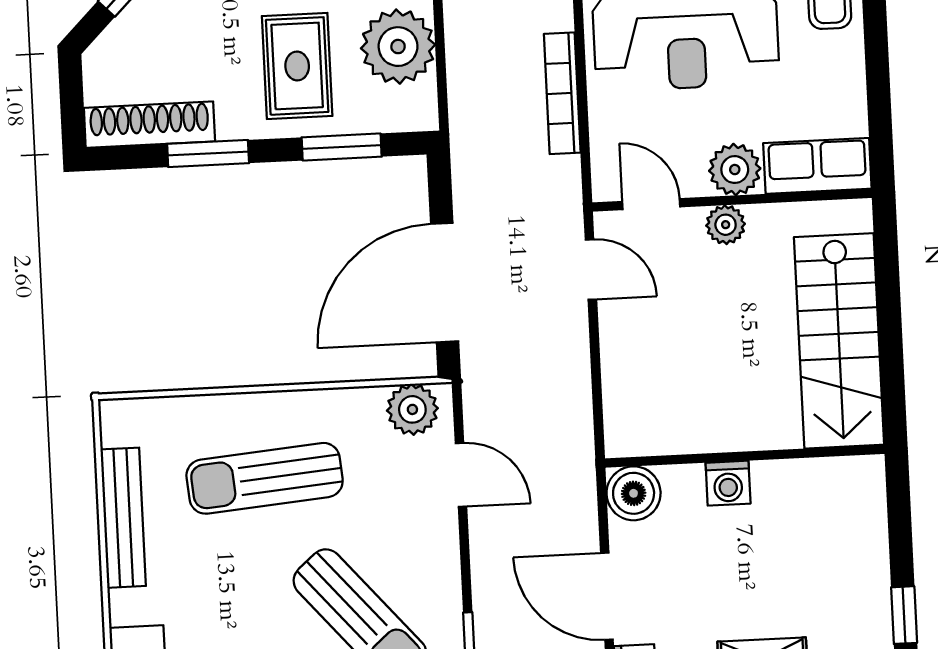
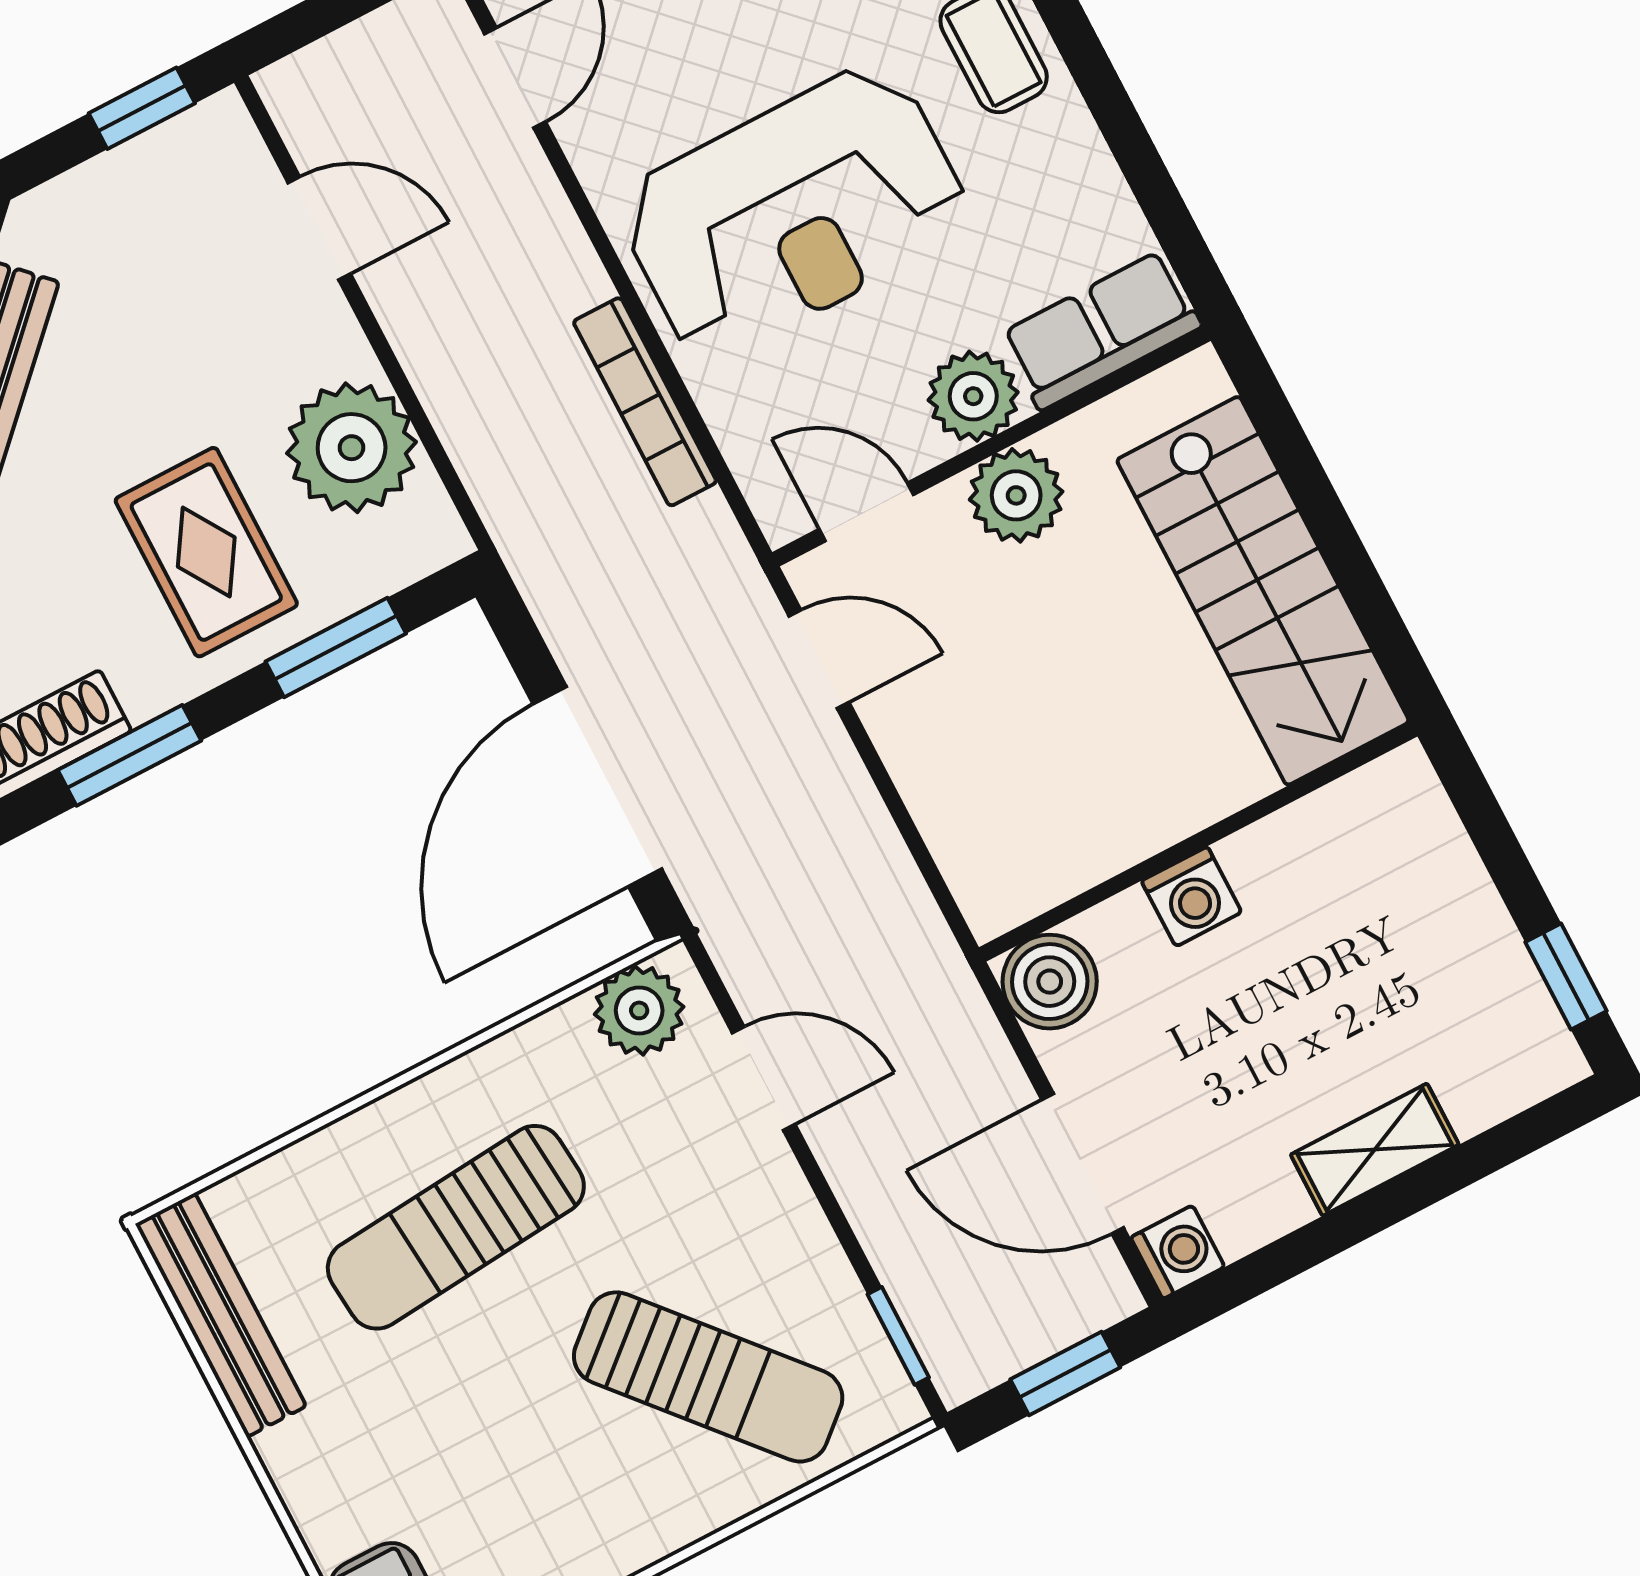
plant: (726, 225) -> (1016, 495), width x1.38, depth x1.38
bench: (123, 518) -> (221, 1315), moved

